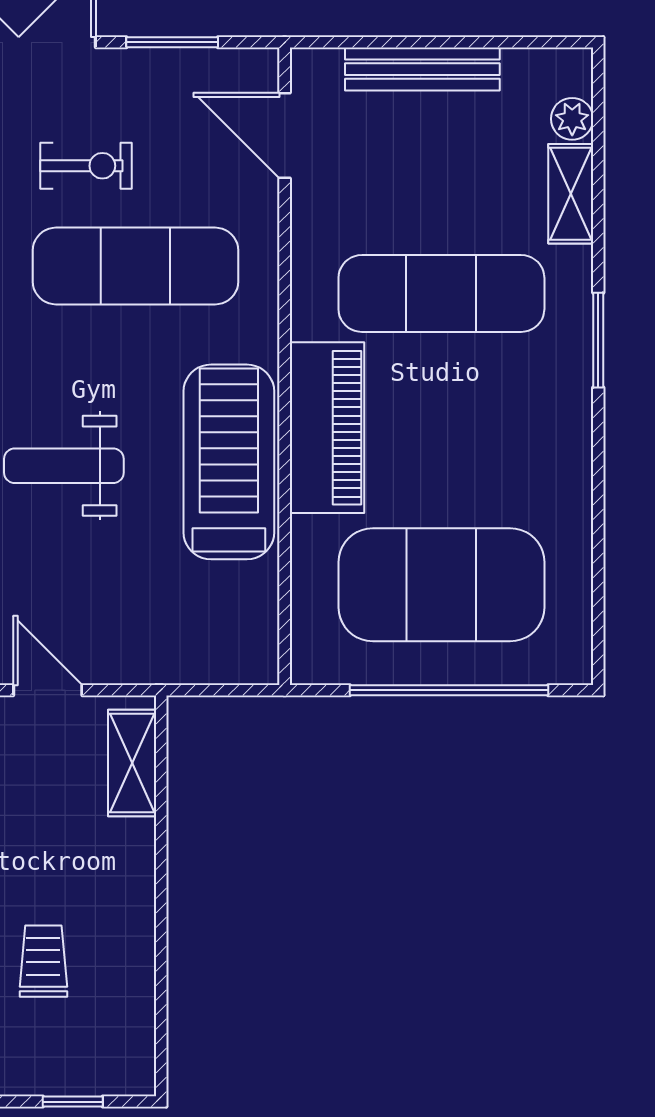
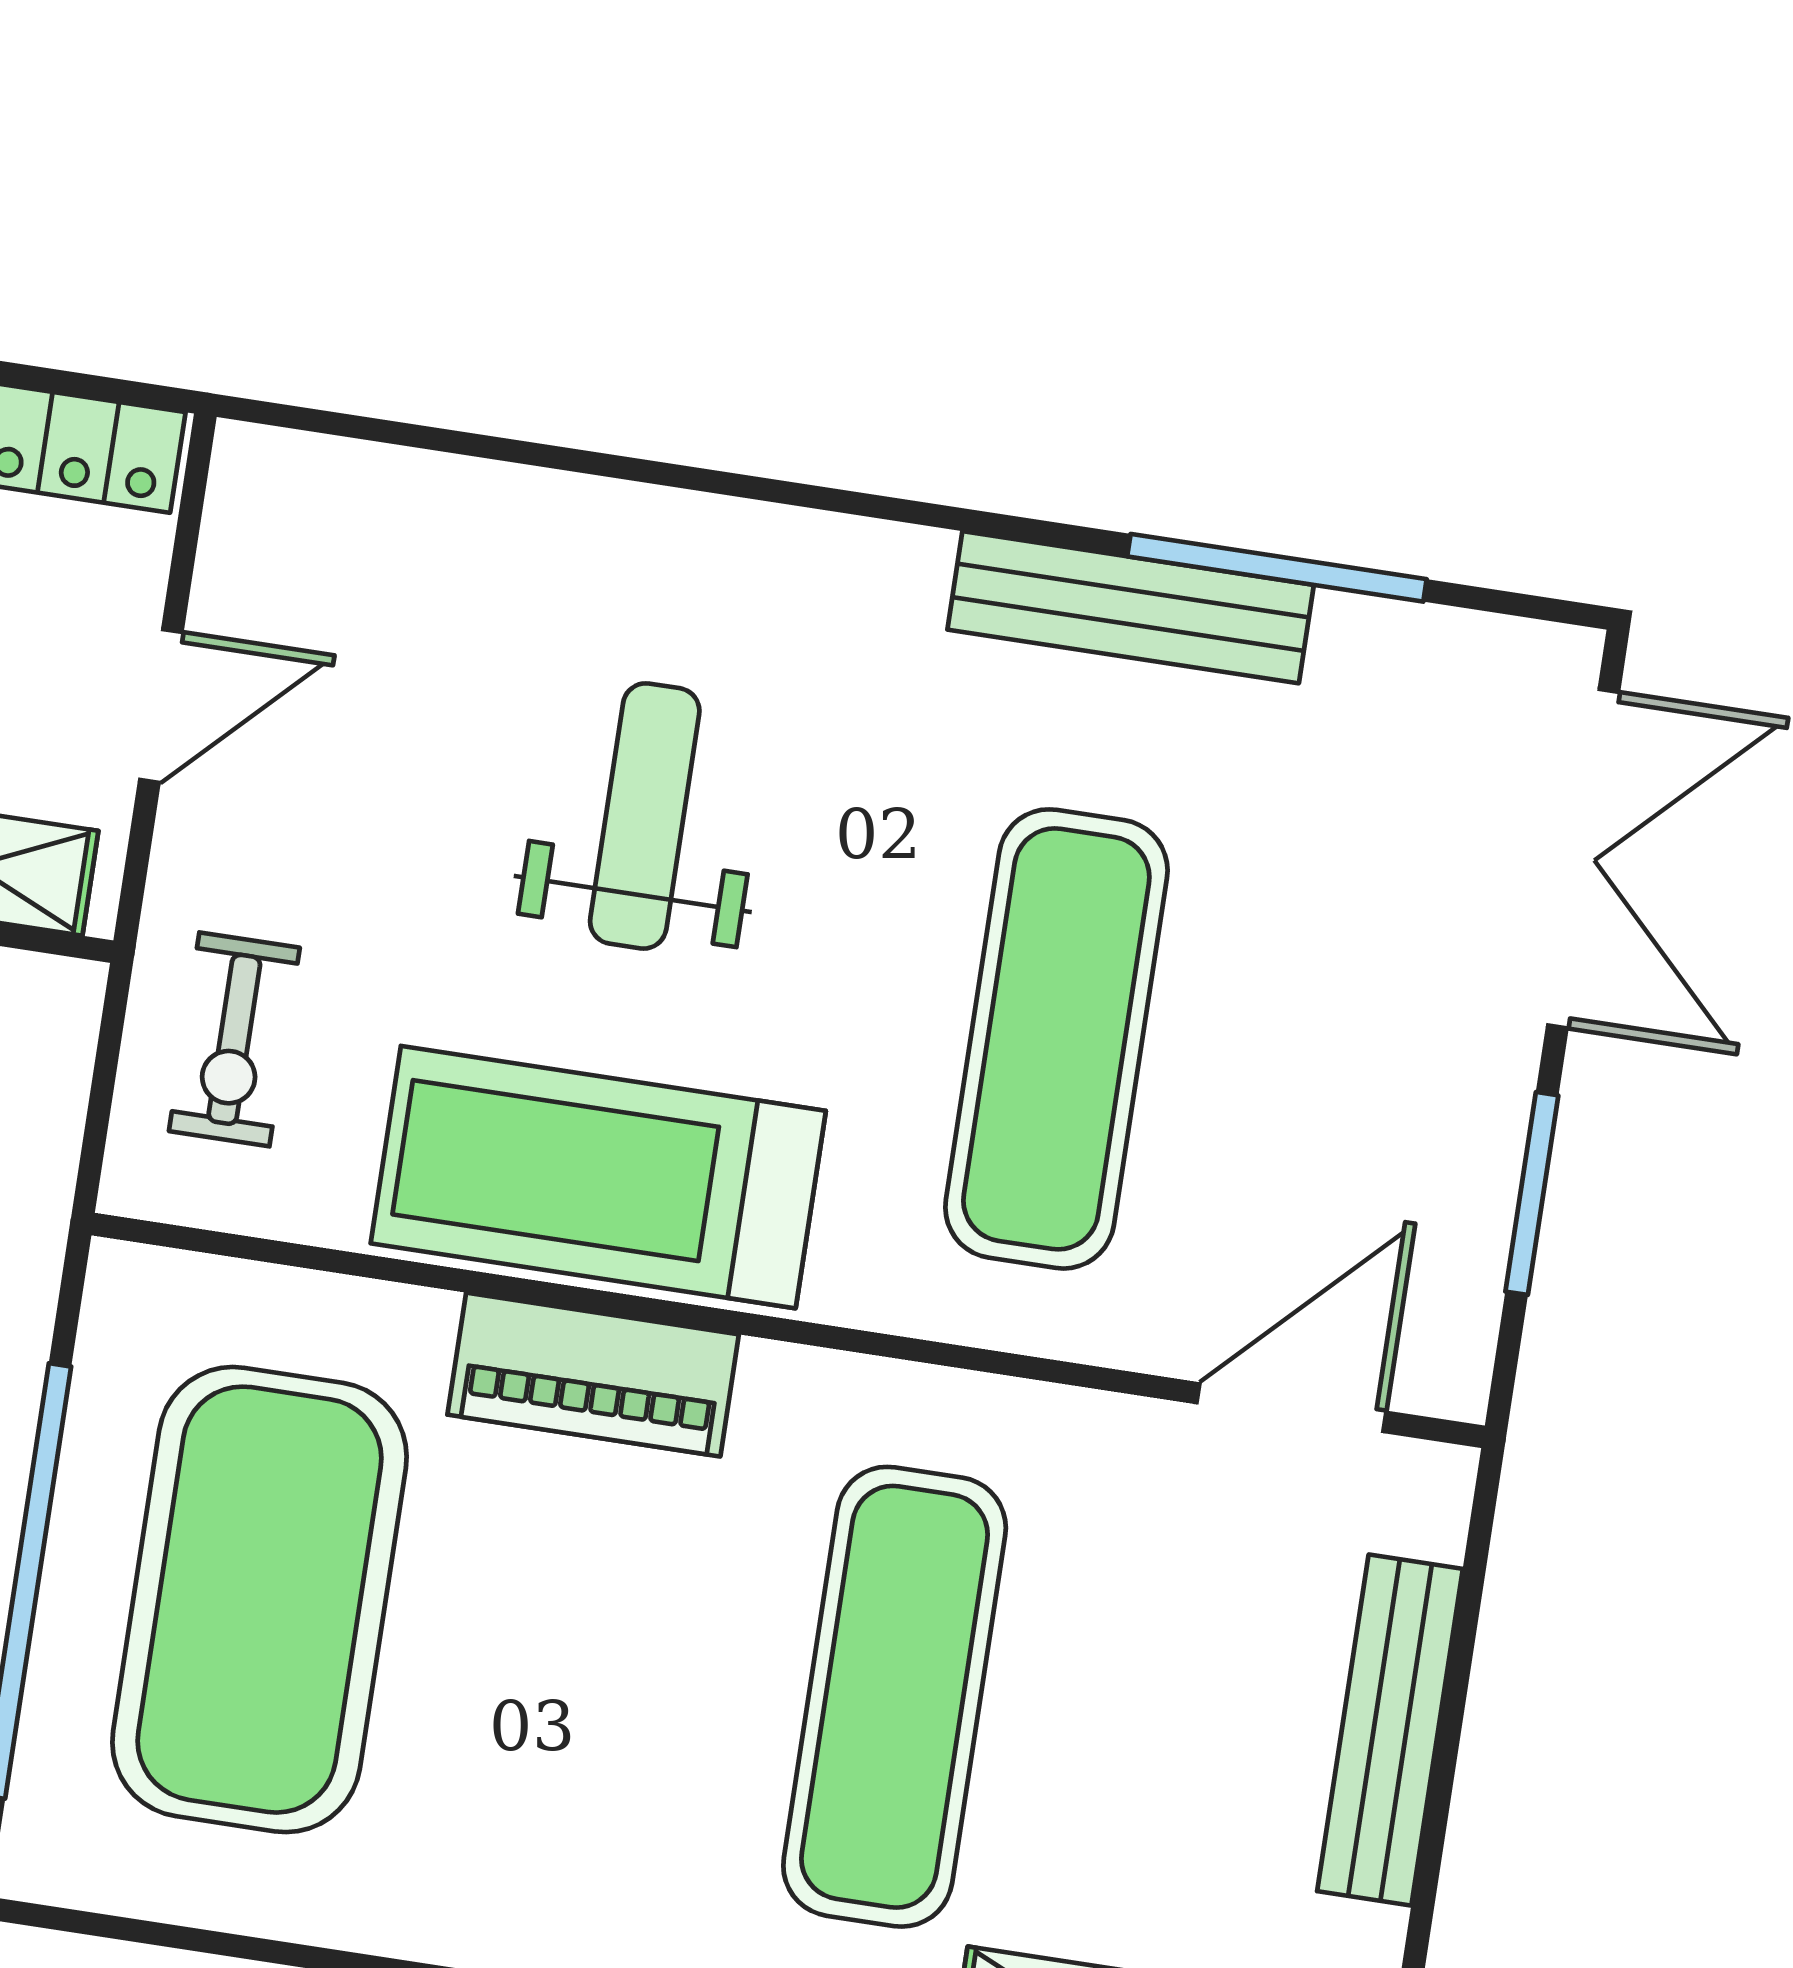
exercise bike: (86, 166) -> (234, 1039), moved
piano: (327, 428) -> (593, 1375), width x0.73, depth x0.75
treadmill: (229, 462) -> (598, 1177), turned 180

